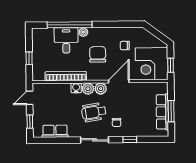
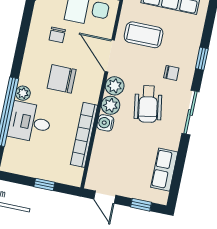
coffee table: (137, 100) -> (144, 35), added

